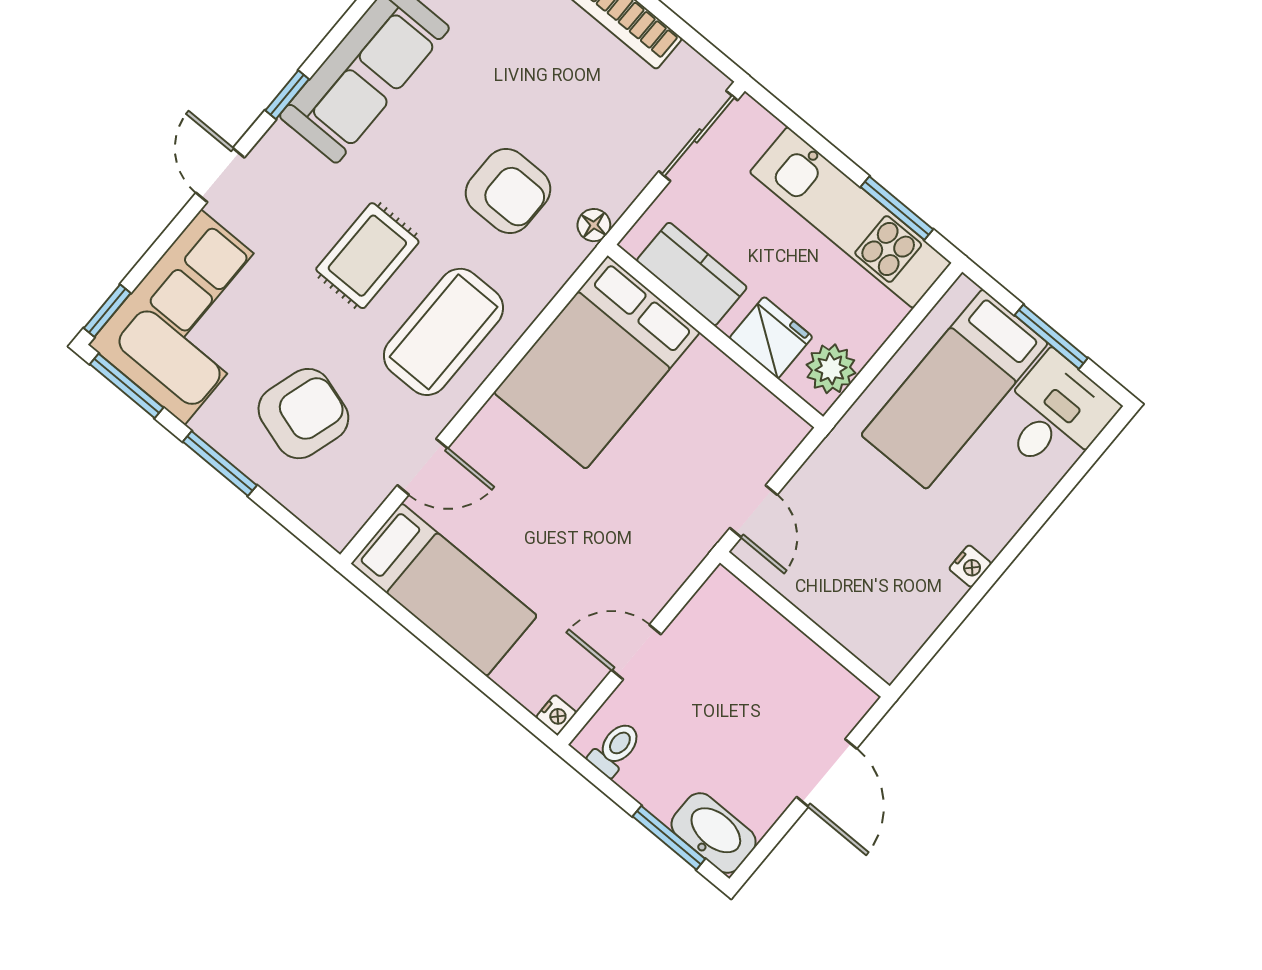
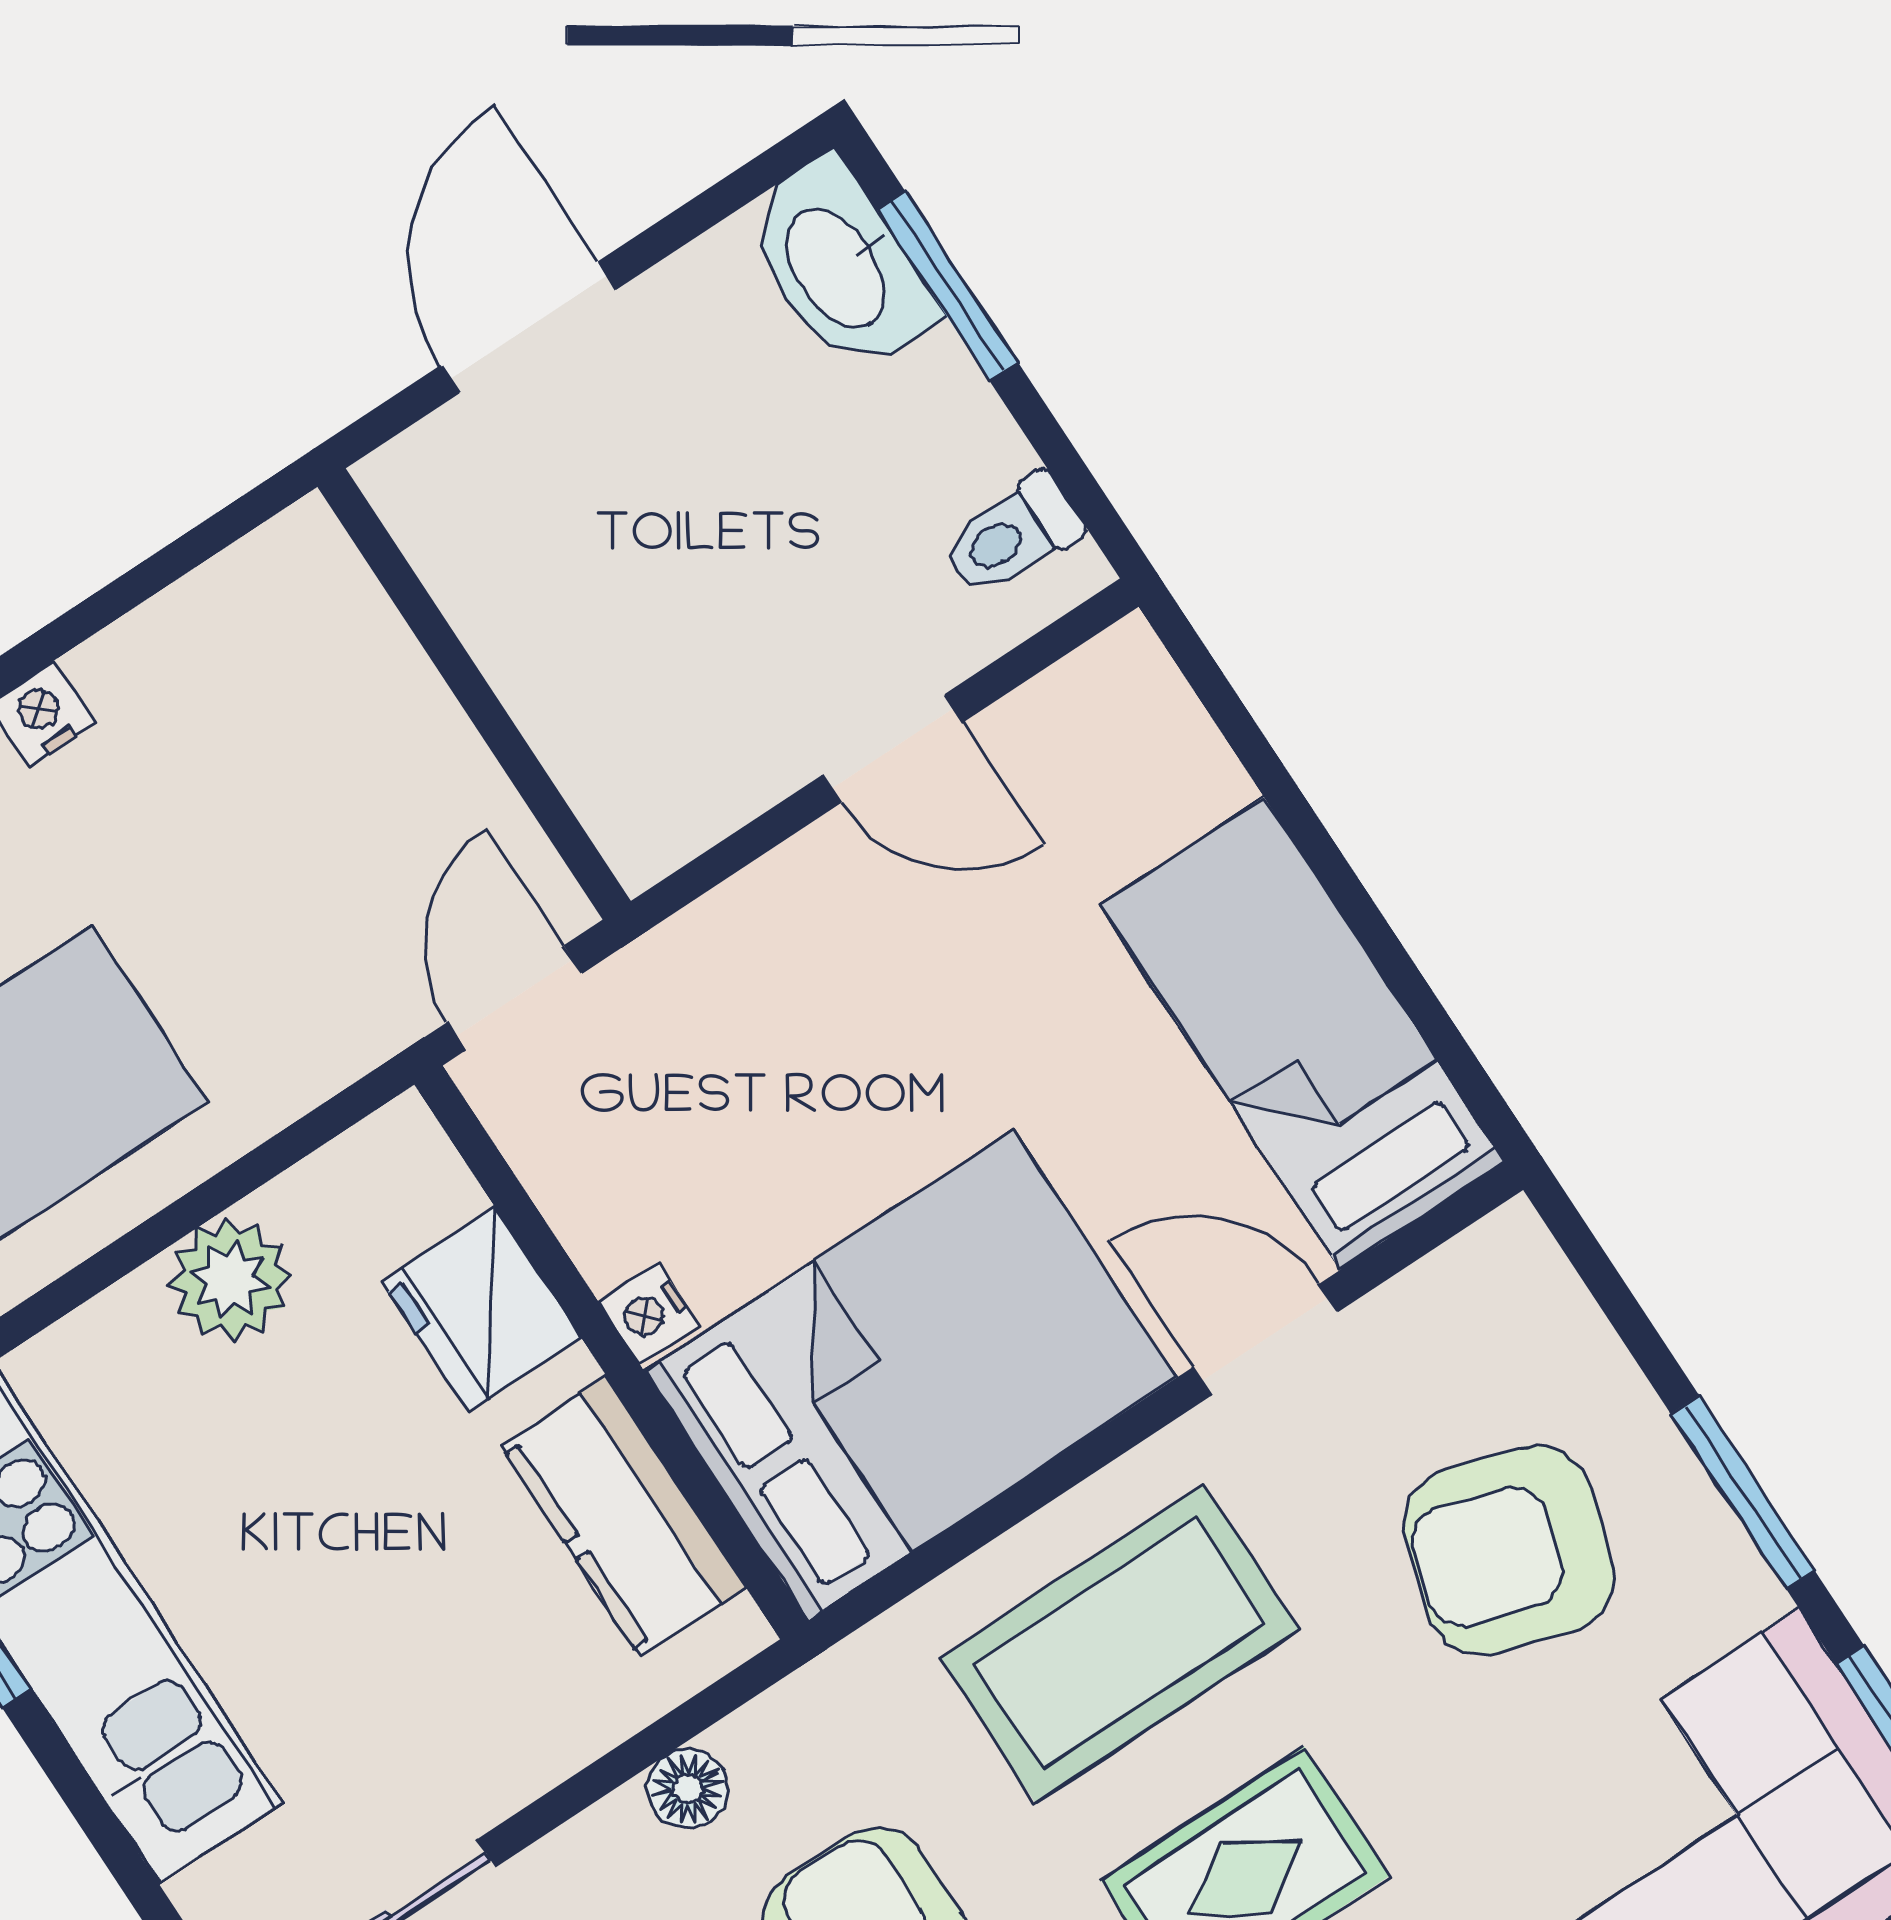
kitchen counter: (692, 274) -> (623, 1516), moved
wall: (715, 336) -> (611, 1352), moved
fridge: (771, 338) -> (481, 1309), moved
bed: (597, 362) -> (911, 1375), moved
nightstand: (556, 715) -> (649, 1313), moved, turned -90

